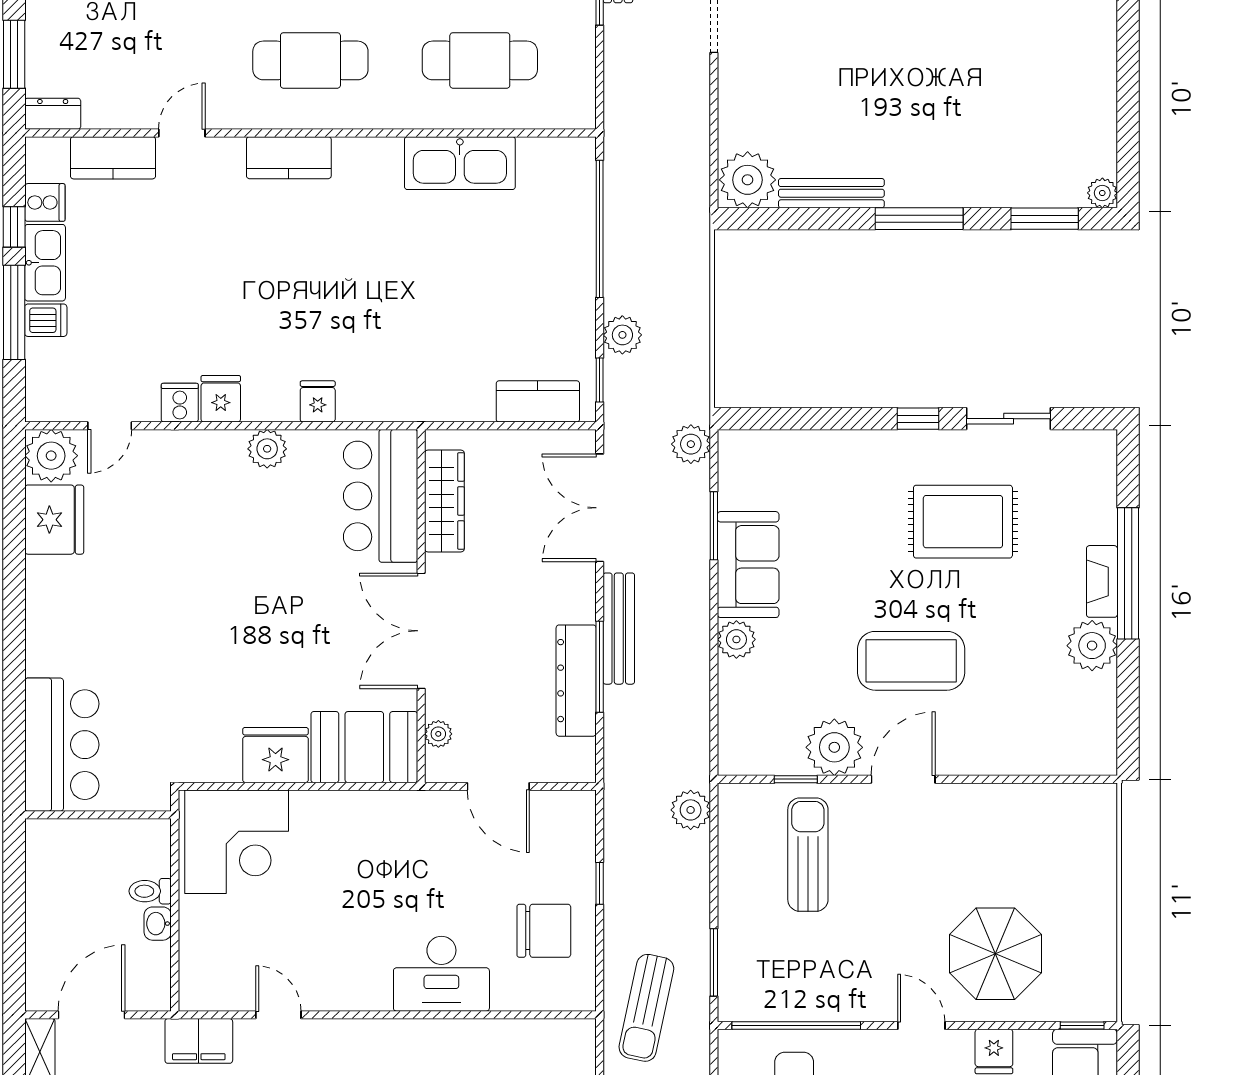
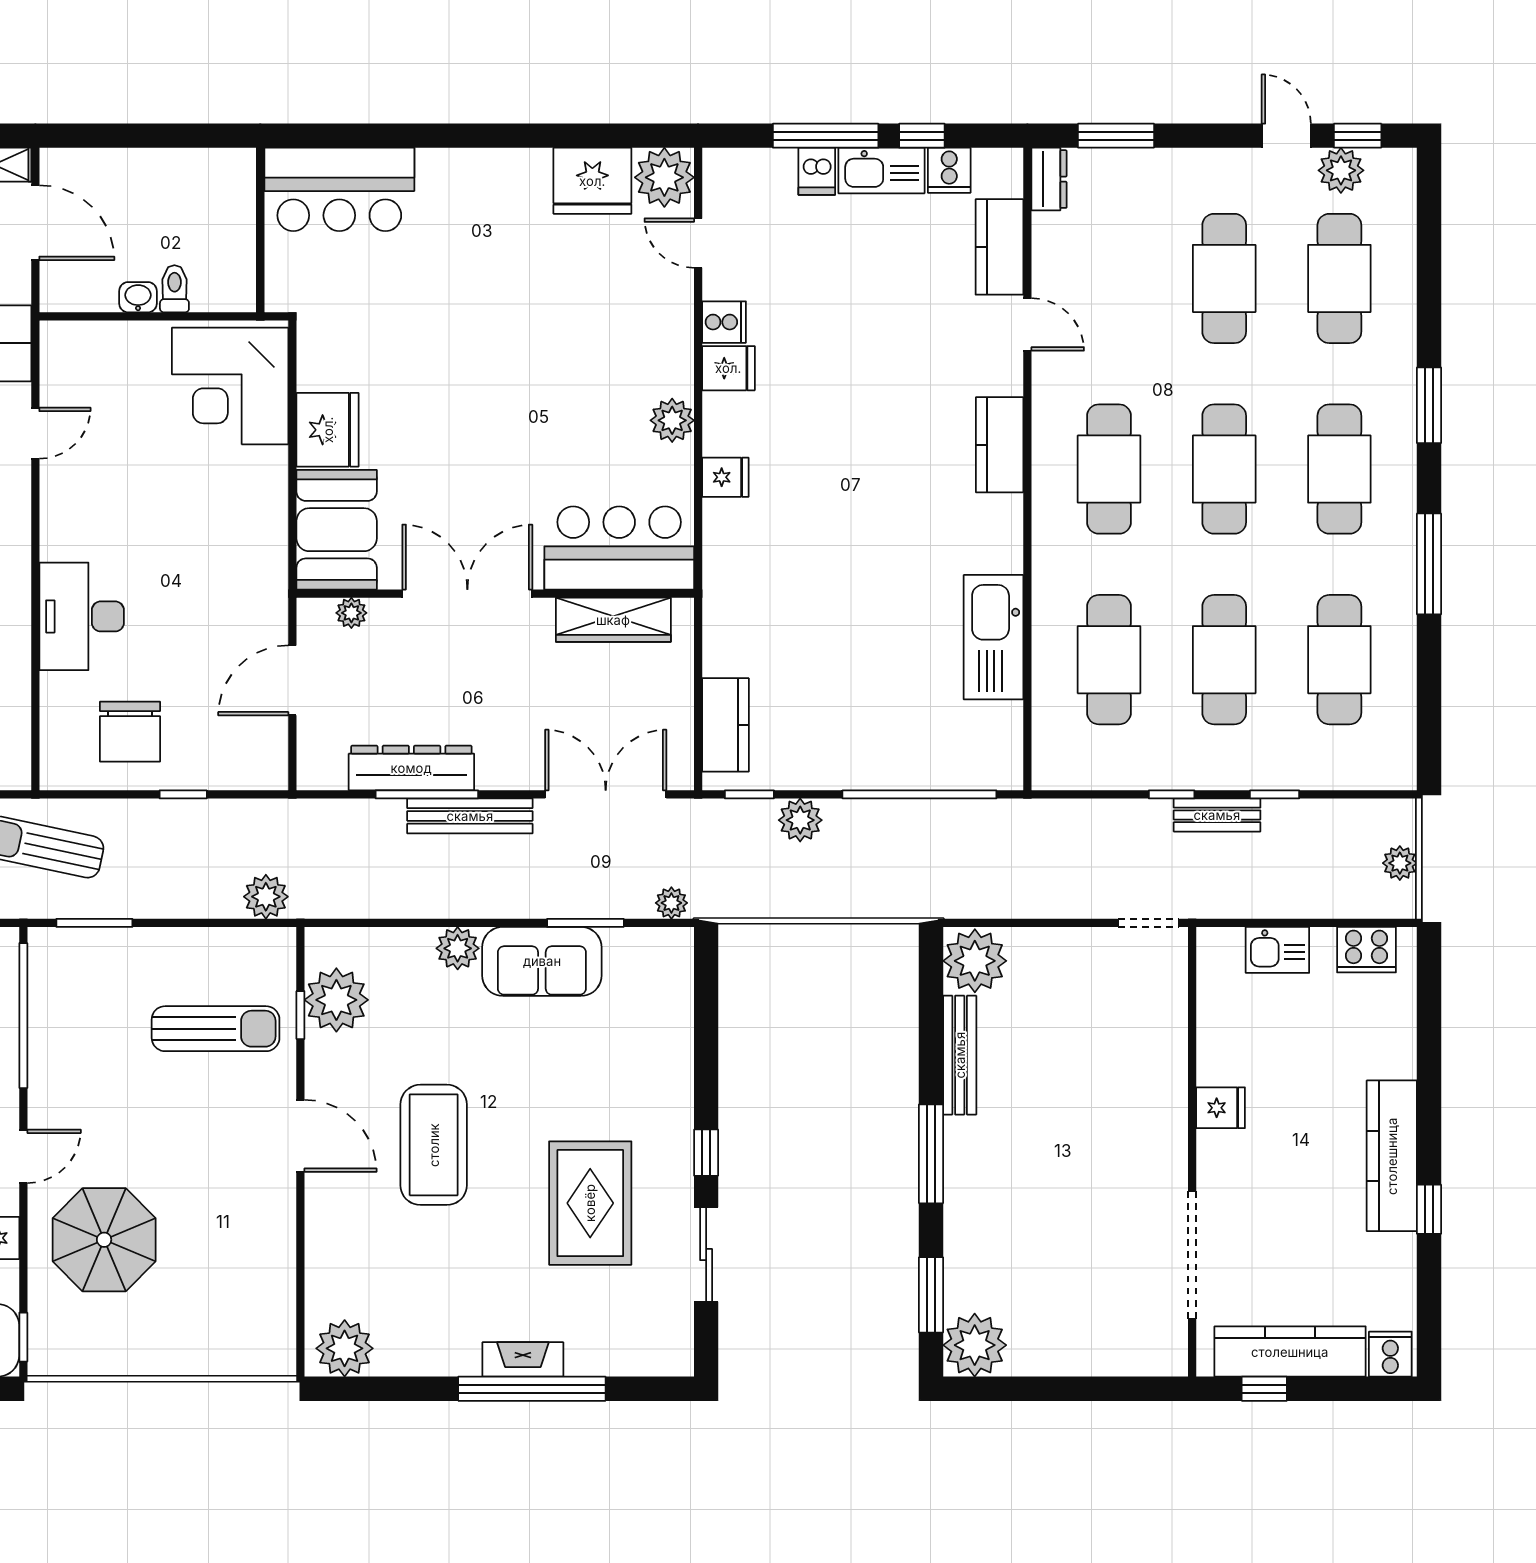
plant: (1102, 193) -> (975, 1345), width x1.87, depth x1.87
plant: (691, 444) -> (671, 903), width x0.73, depth x0.73
plant: (1092, 646) -> (345, 1348), moved
plant: (834, 747) -> (336, 1000), moved

